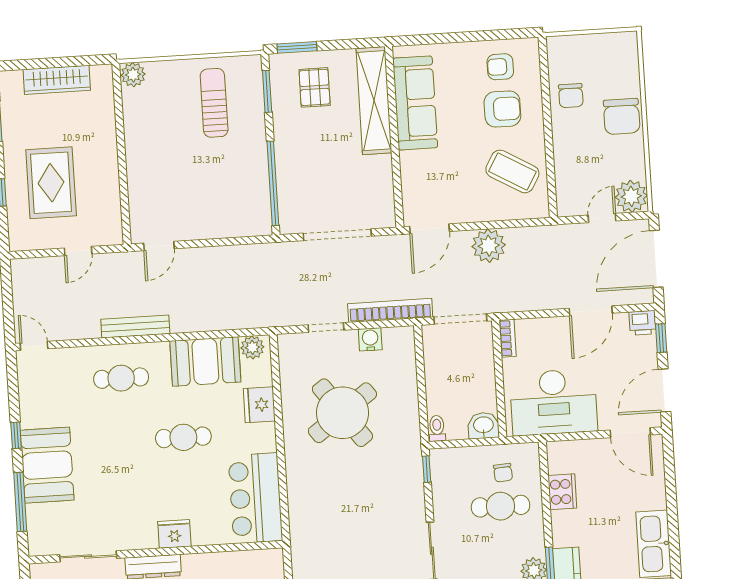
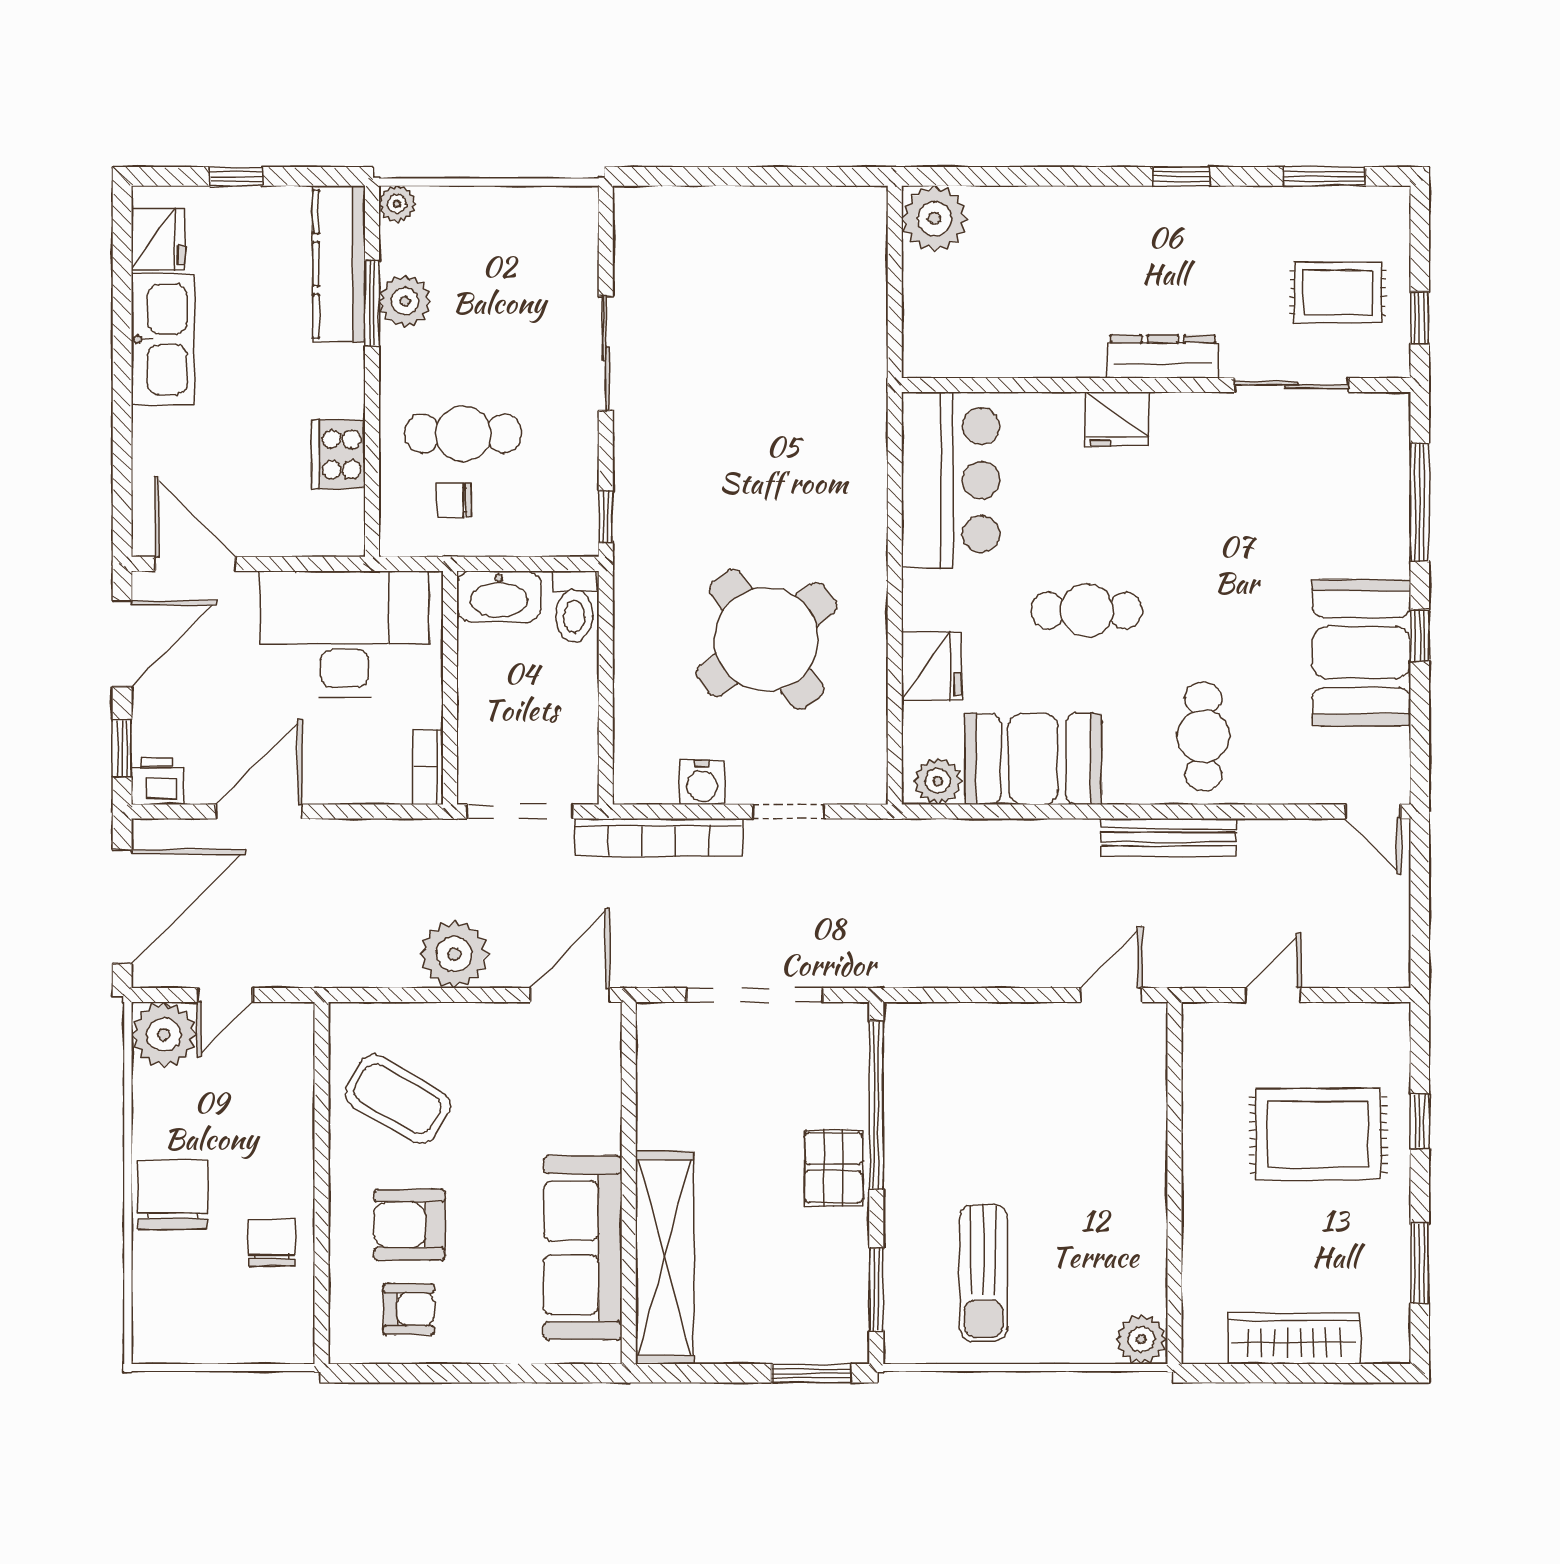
pallet: (315, 87) -> (834, 1168), moved
rug: (51, 183) -> (1318, 1134), turned 90
cafe table: (121, 378) -> (1203, 736), turned 90
washbasin: (483, 425) -> (499, 596), width x1.38
toilet: (437, 428) -> (574, 606), width x1.37, depth x1.39
booth: (47, 465) -> (1361, 653), moved
chair: (503, 473) -> (454, 500), turned -86

